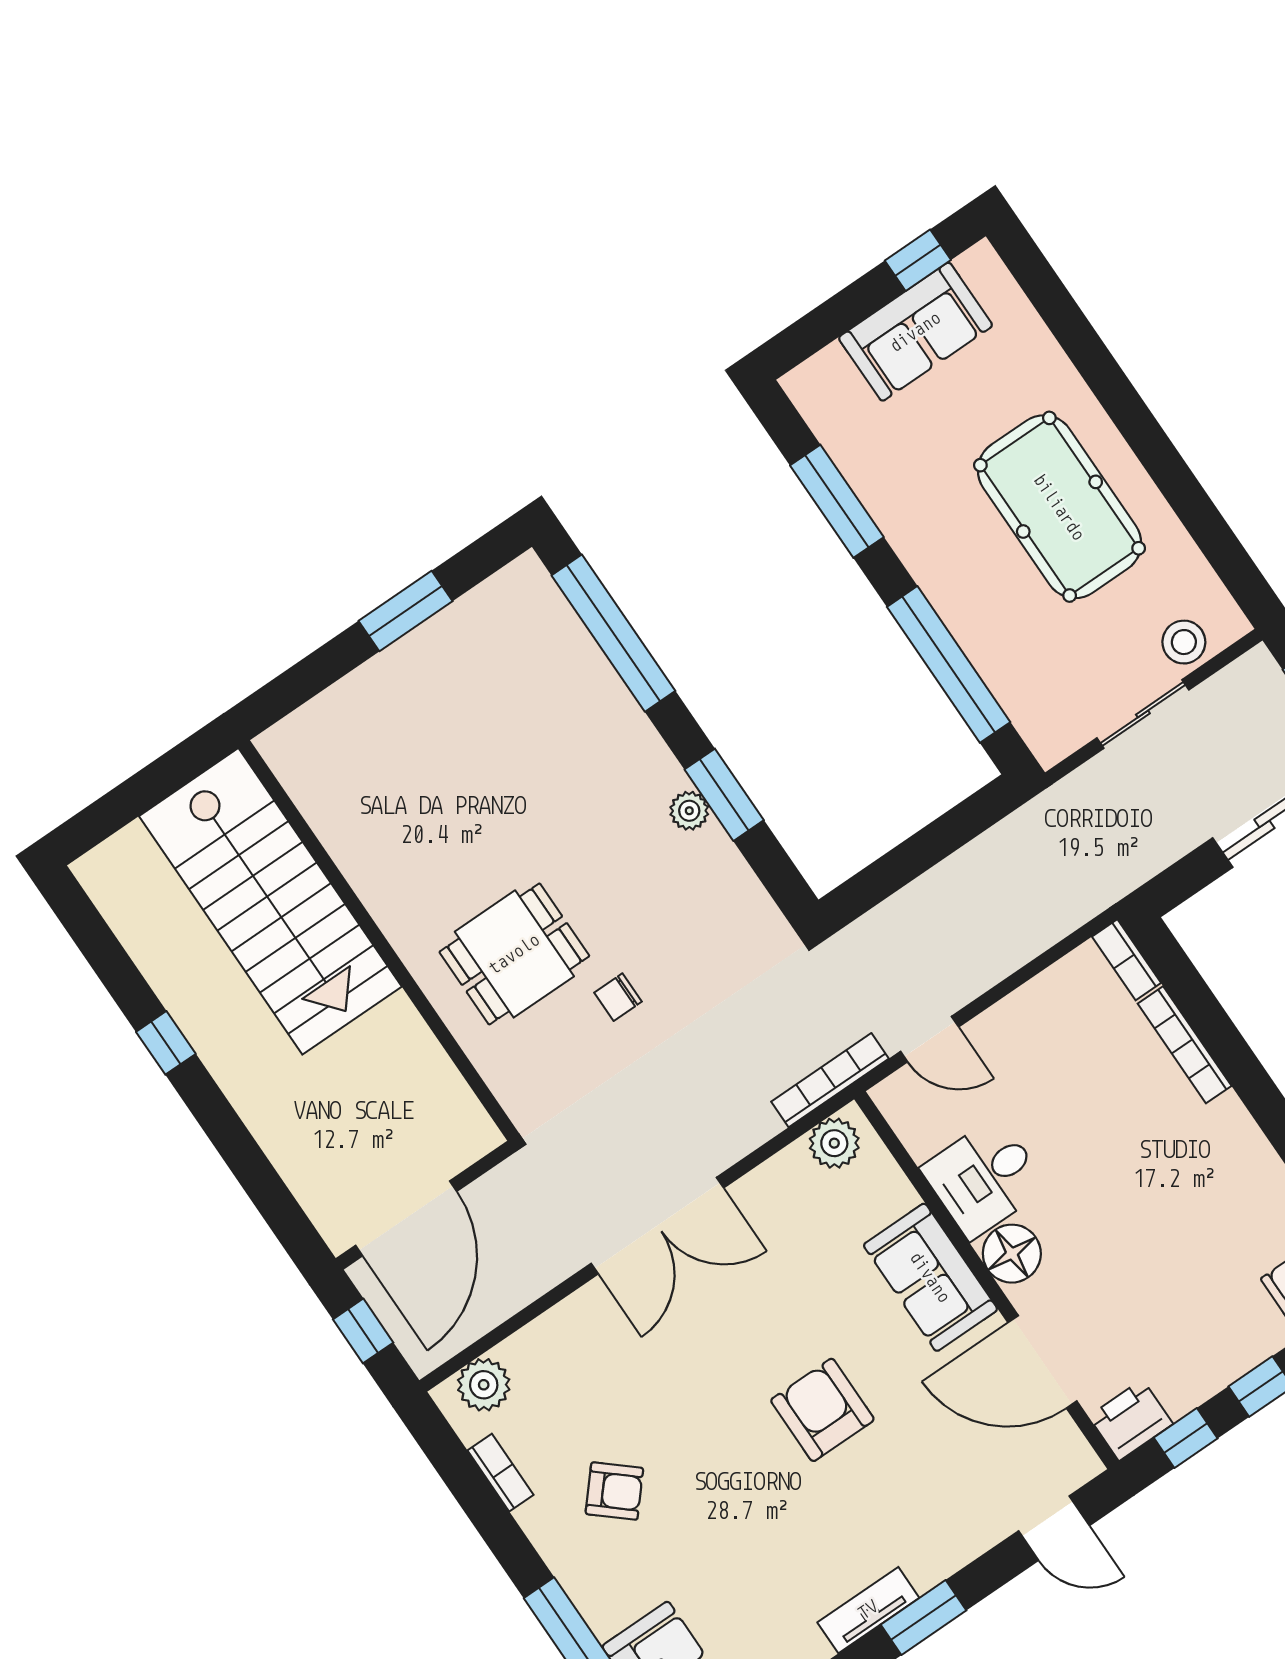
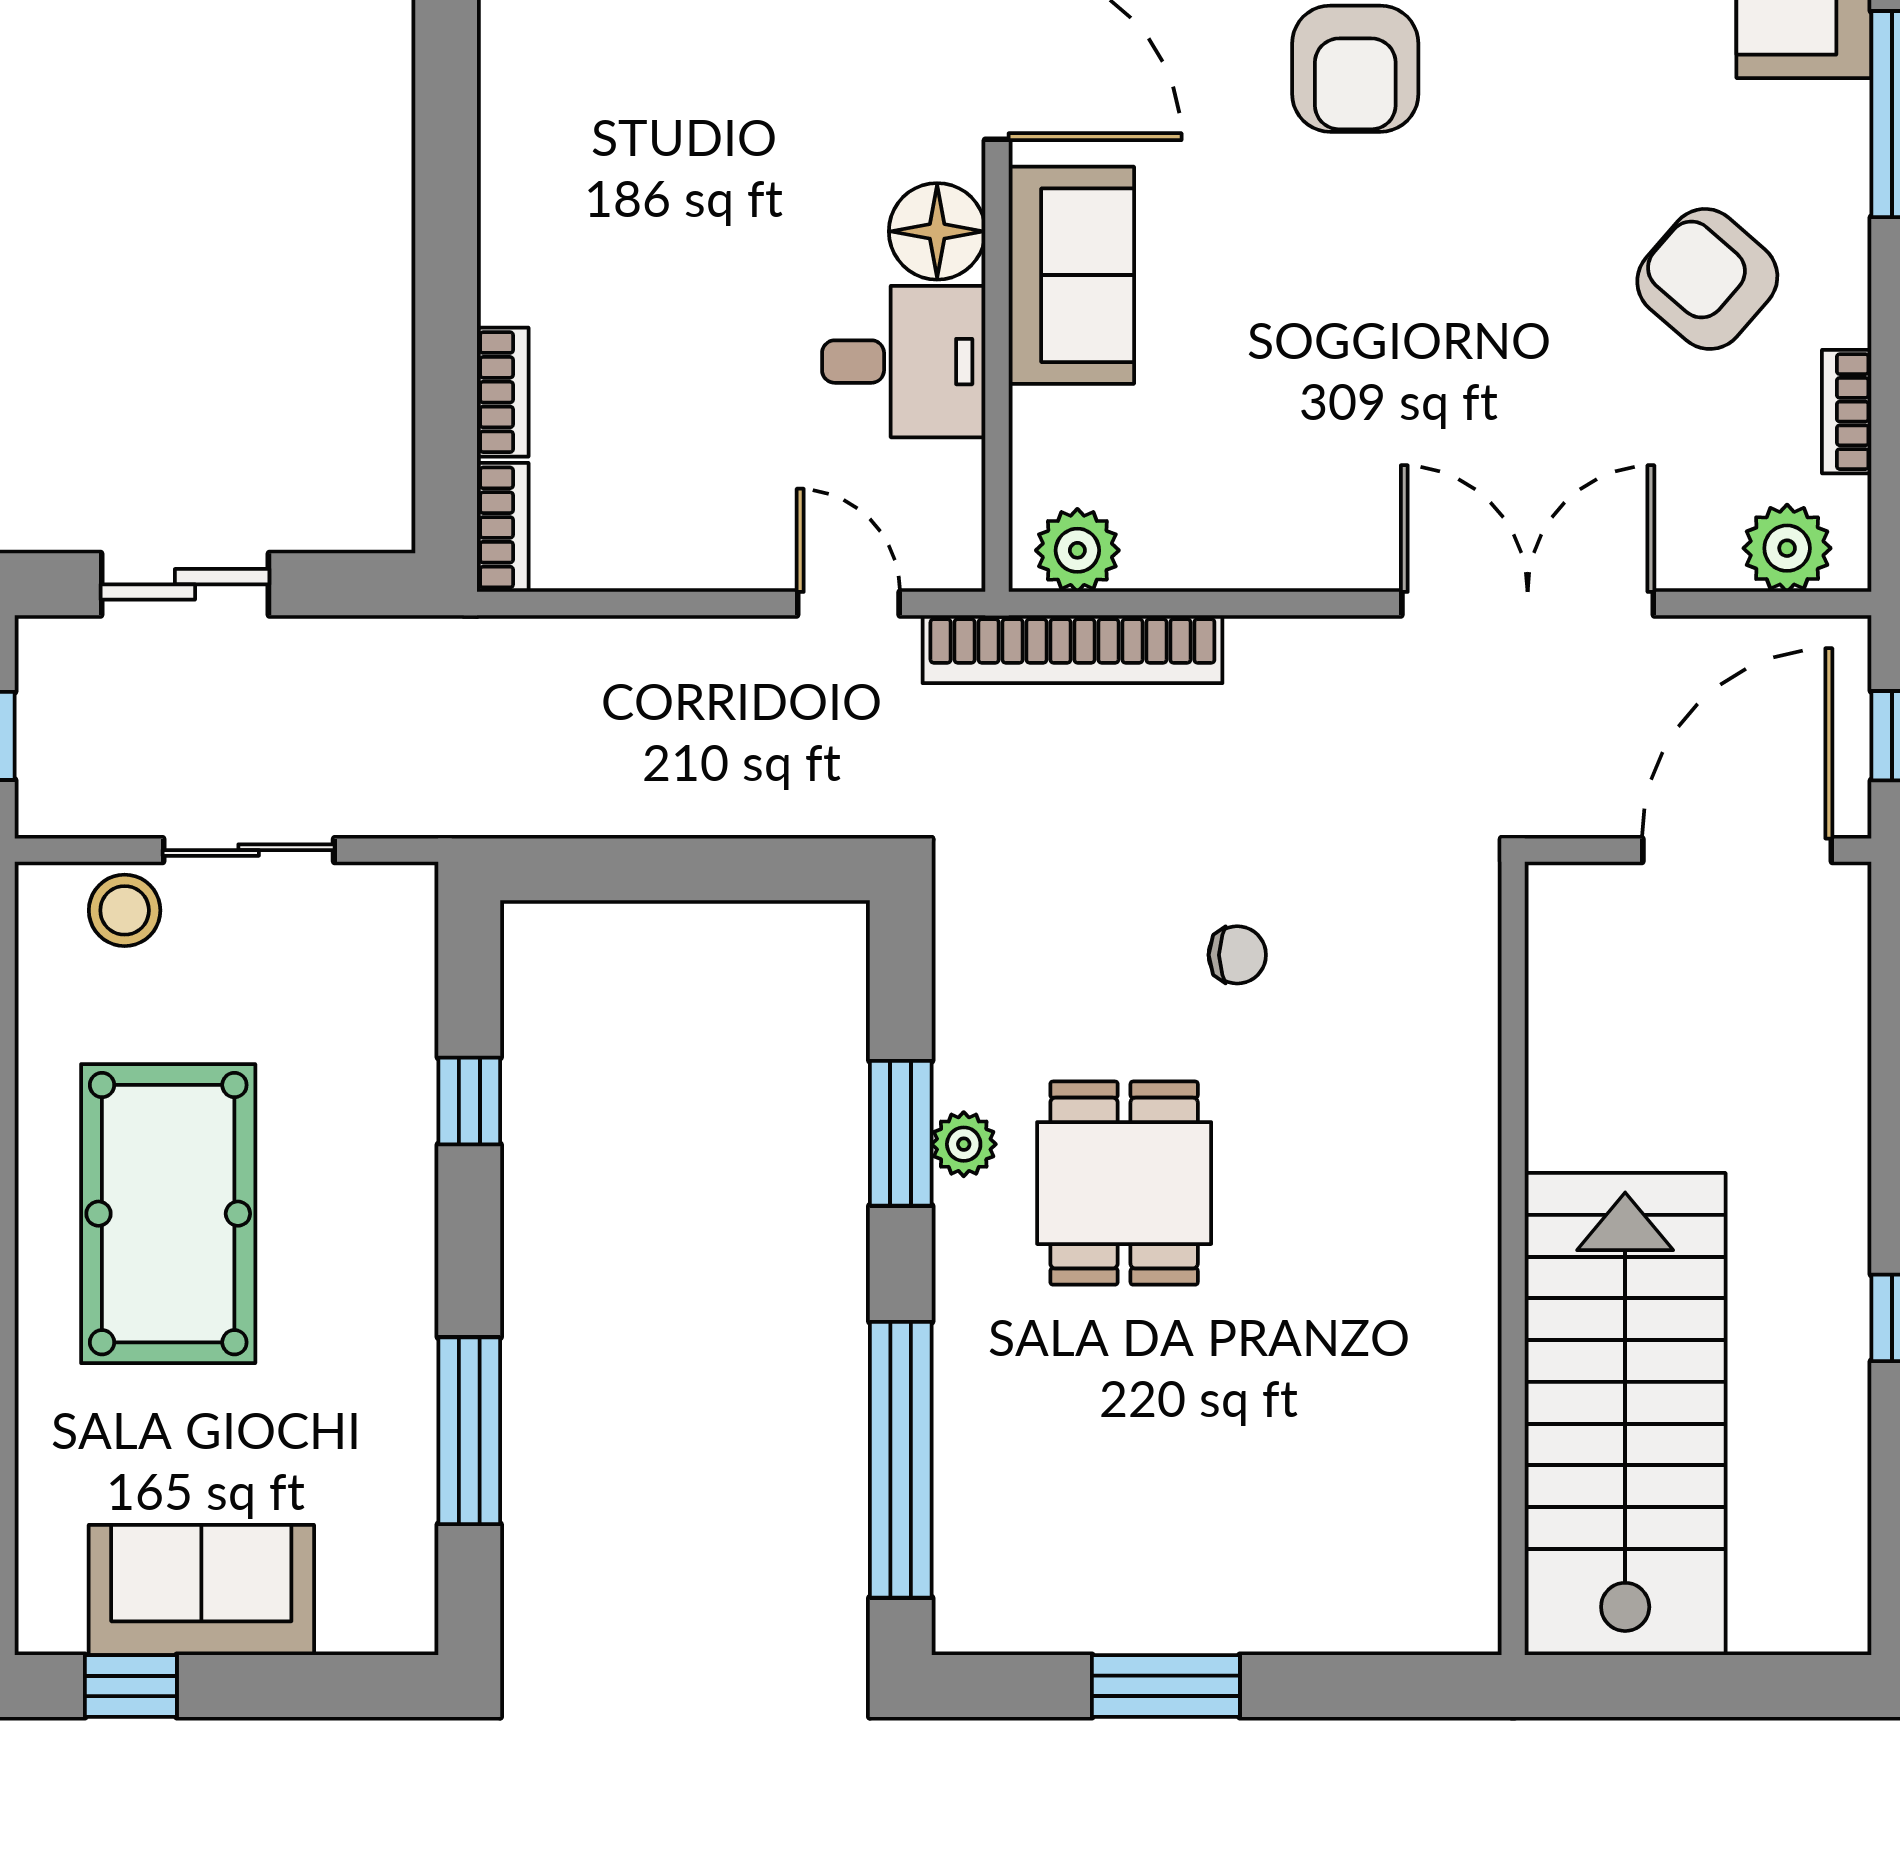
window: (949, 664) -> (469, 1101), width x0.32
dining table: (514, 954) -> (1124, 1183), moved, turned 90
bookcase: (1185, 1045) -> (503, 392), width x0.64
bookcase: (830, 1080) -> (1072, 649), width x1.48, depth x1.31
double door: (657, 1226) -> (1528, 604), moved
armchair: (822, 1410) -> (1355, 69), moved
armchair: (614, 1491) -> (1707, 279), width x1.38, depth x1.38

